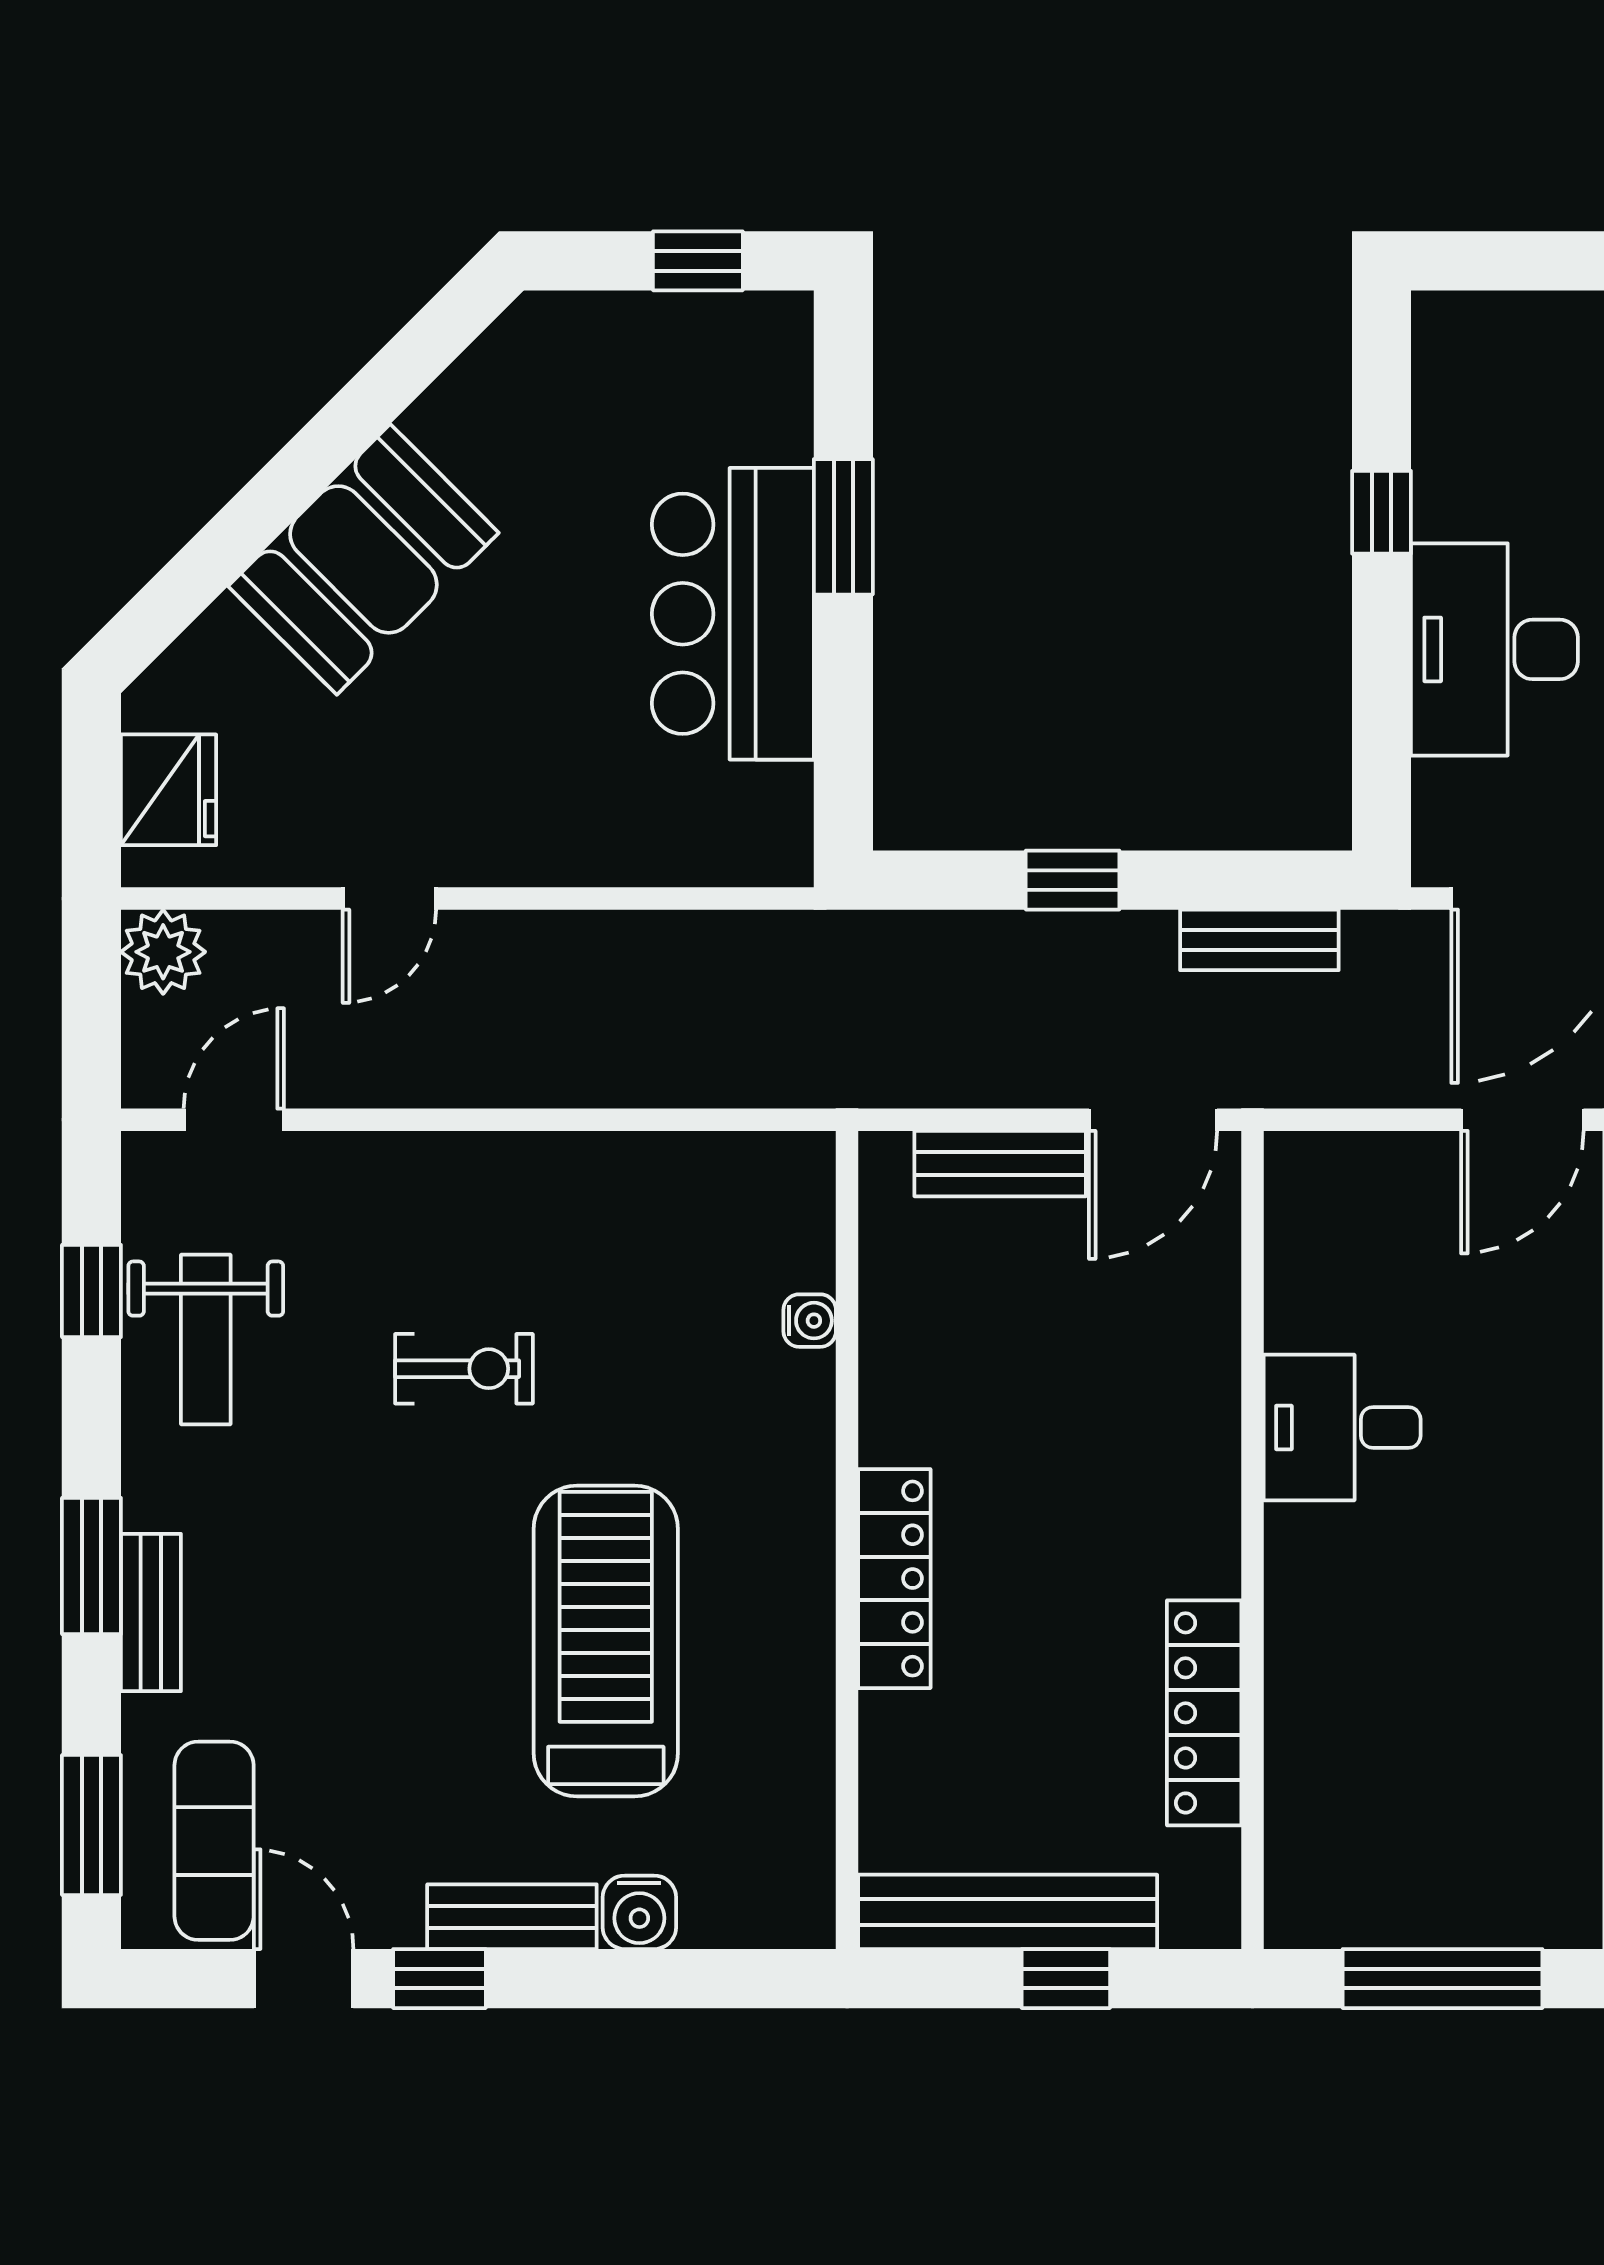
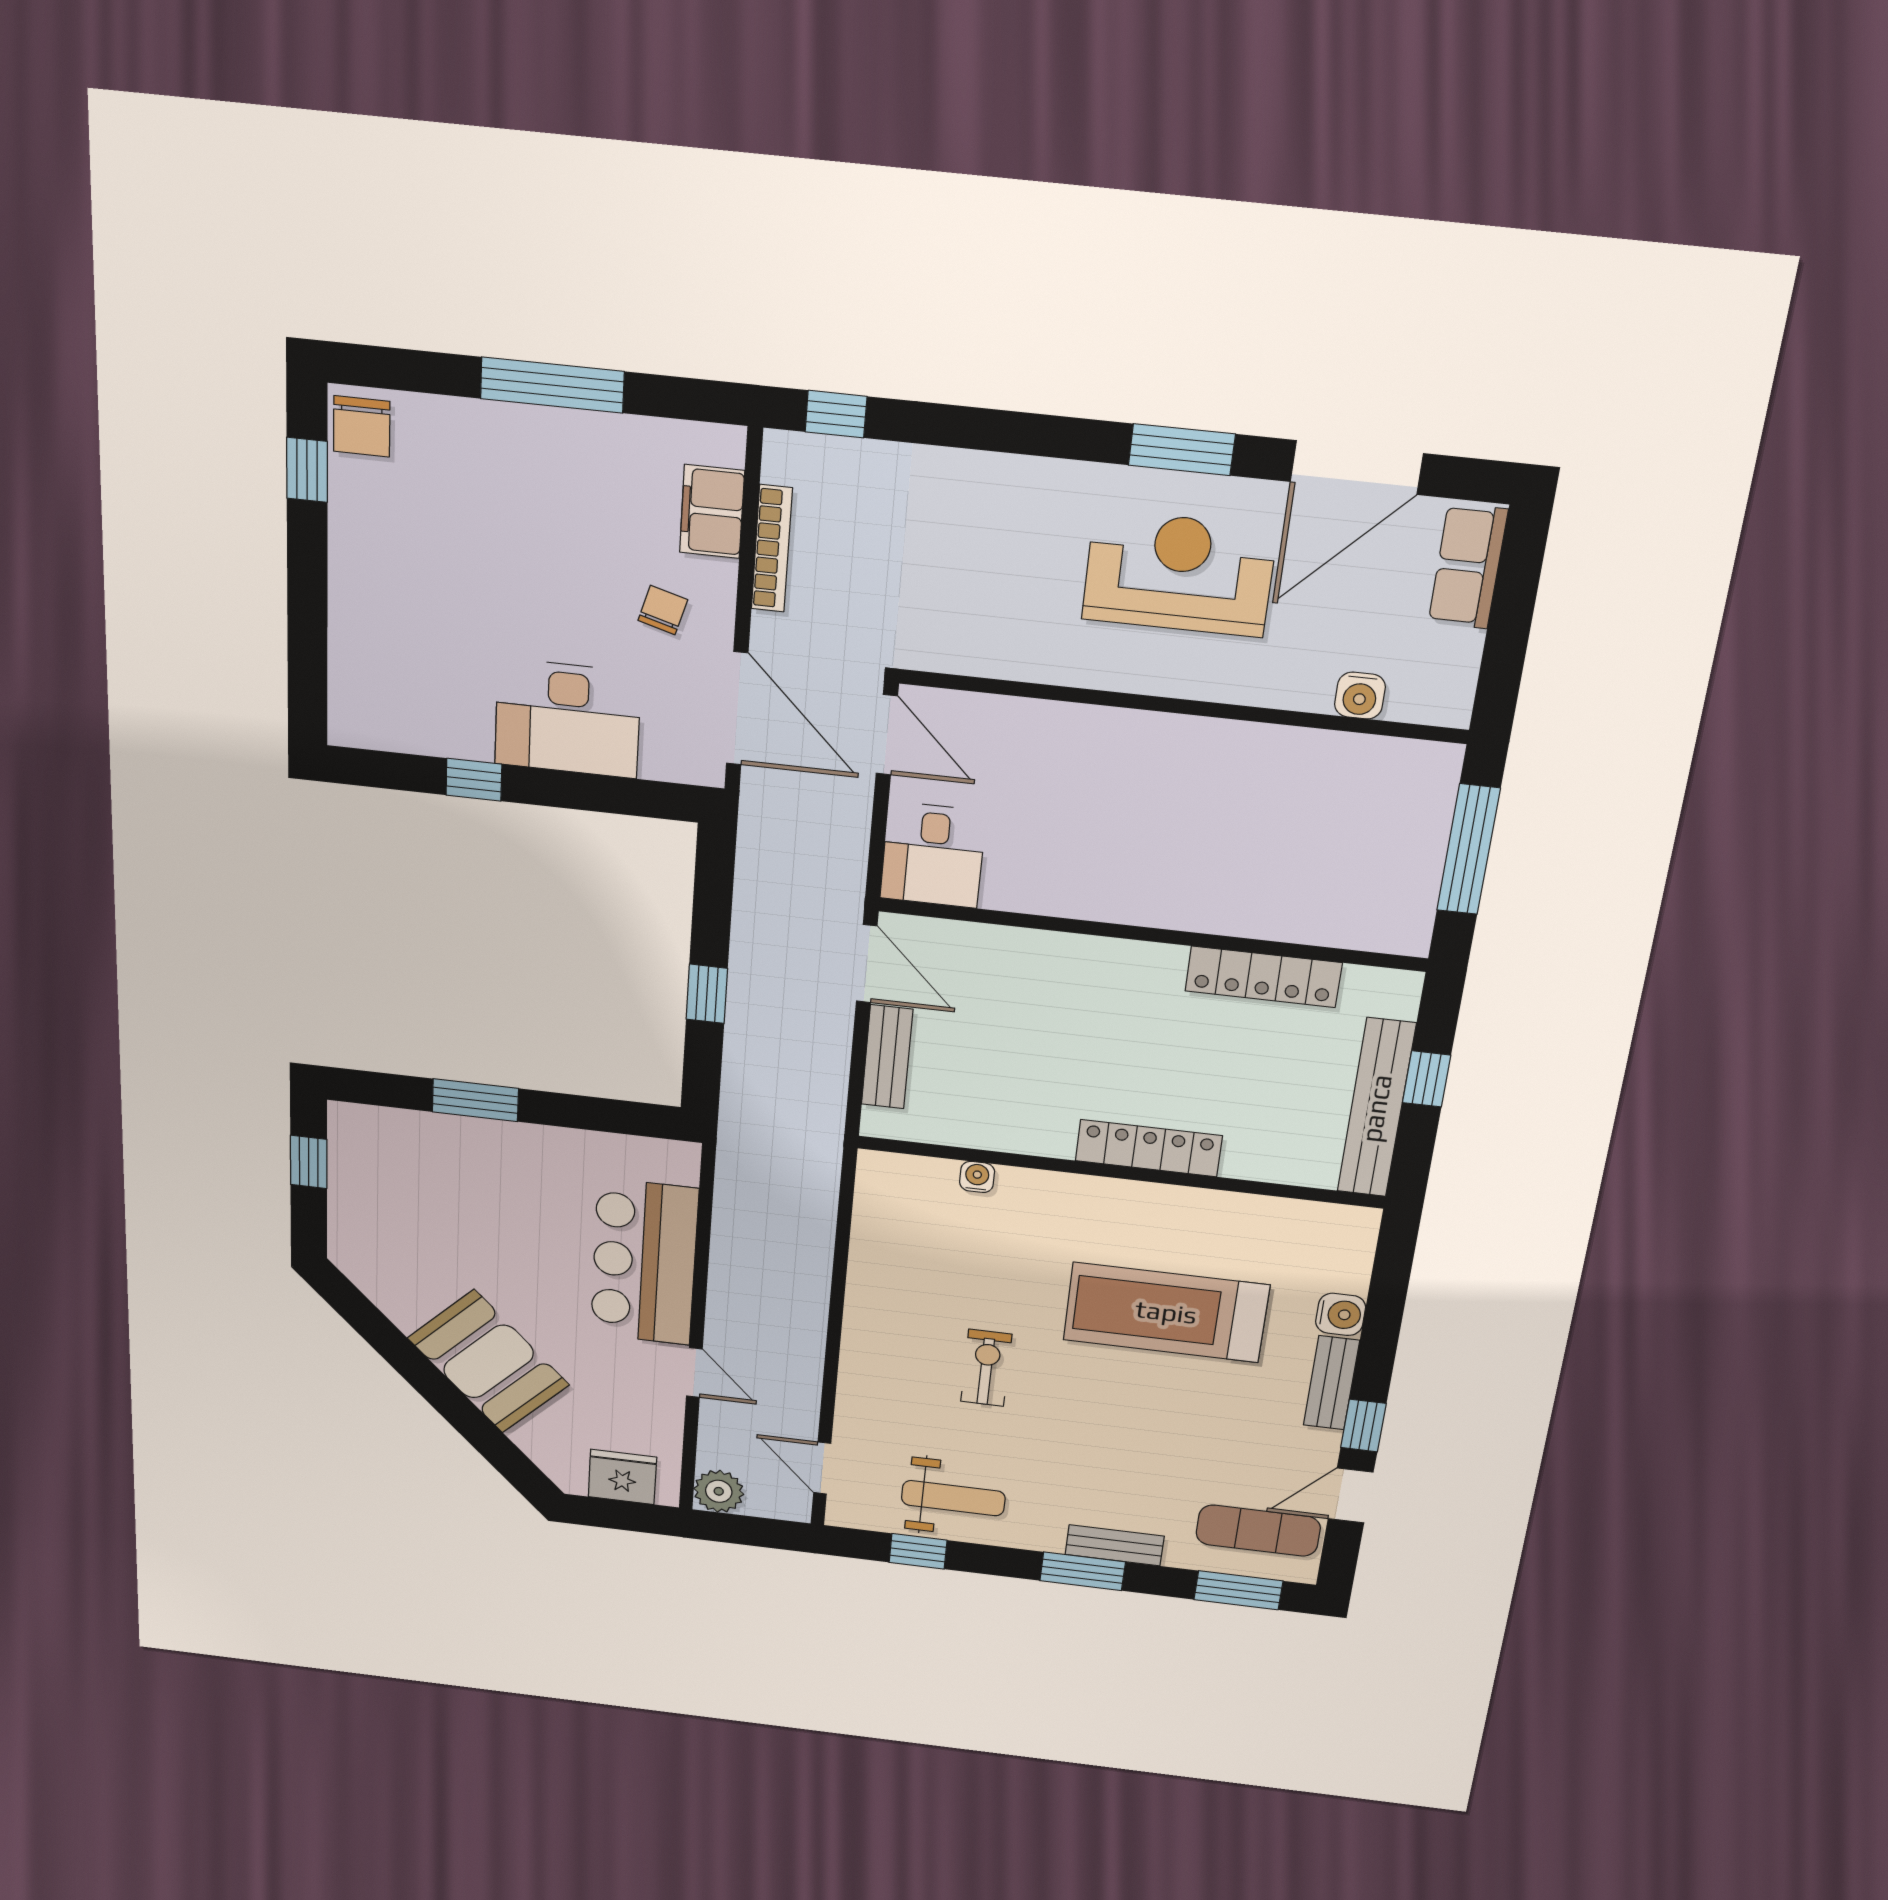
bar counter: (733, 614) -> (644, 1262), moved, turned 90
bench: (1259, 940) -> (753, 886), removed
desk: (1342, 1428) -> (933, 855), moved

